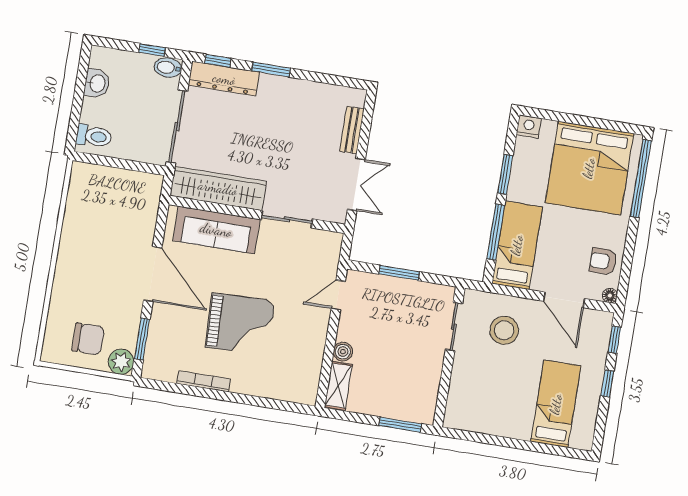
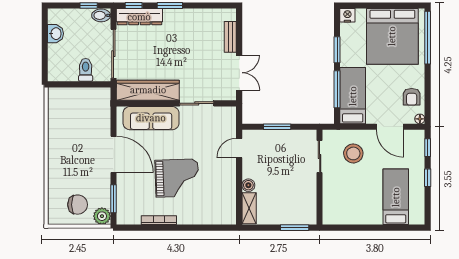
toilet: (94, 136) -> (86, 70), moved, turned -90
armchair: (603, 261) -> (412, 97), turned -90

